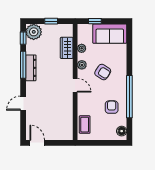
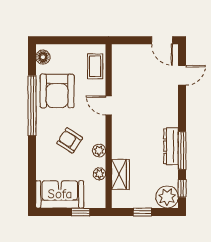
door: (75, 85) -> (109, 105), moved
door: (23, 103) -> (182, 75), moved
armchair: (112, 107) -> (57, 91), width x1.88, depth x1.88

